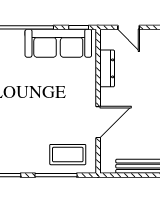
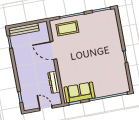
sofa: (58, 43) -> (80, 92), width x0.73
door: (98, 122) -> (53, 50), hinge flipped

